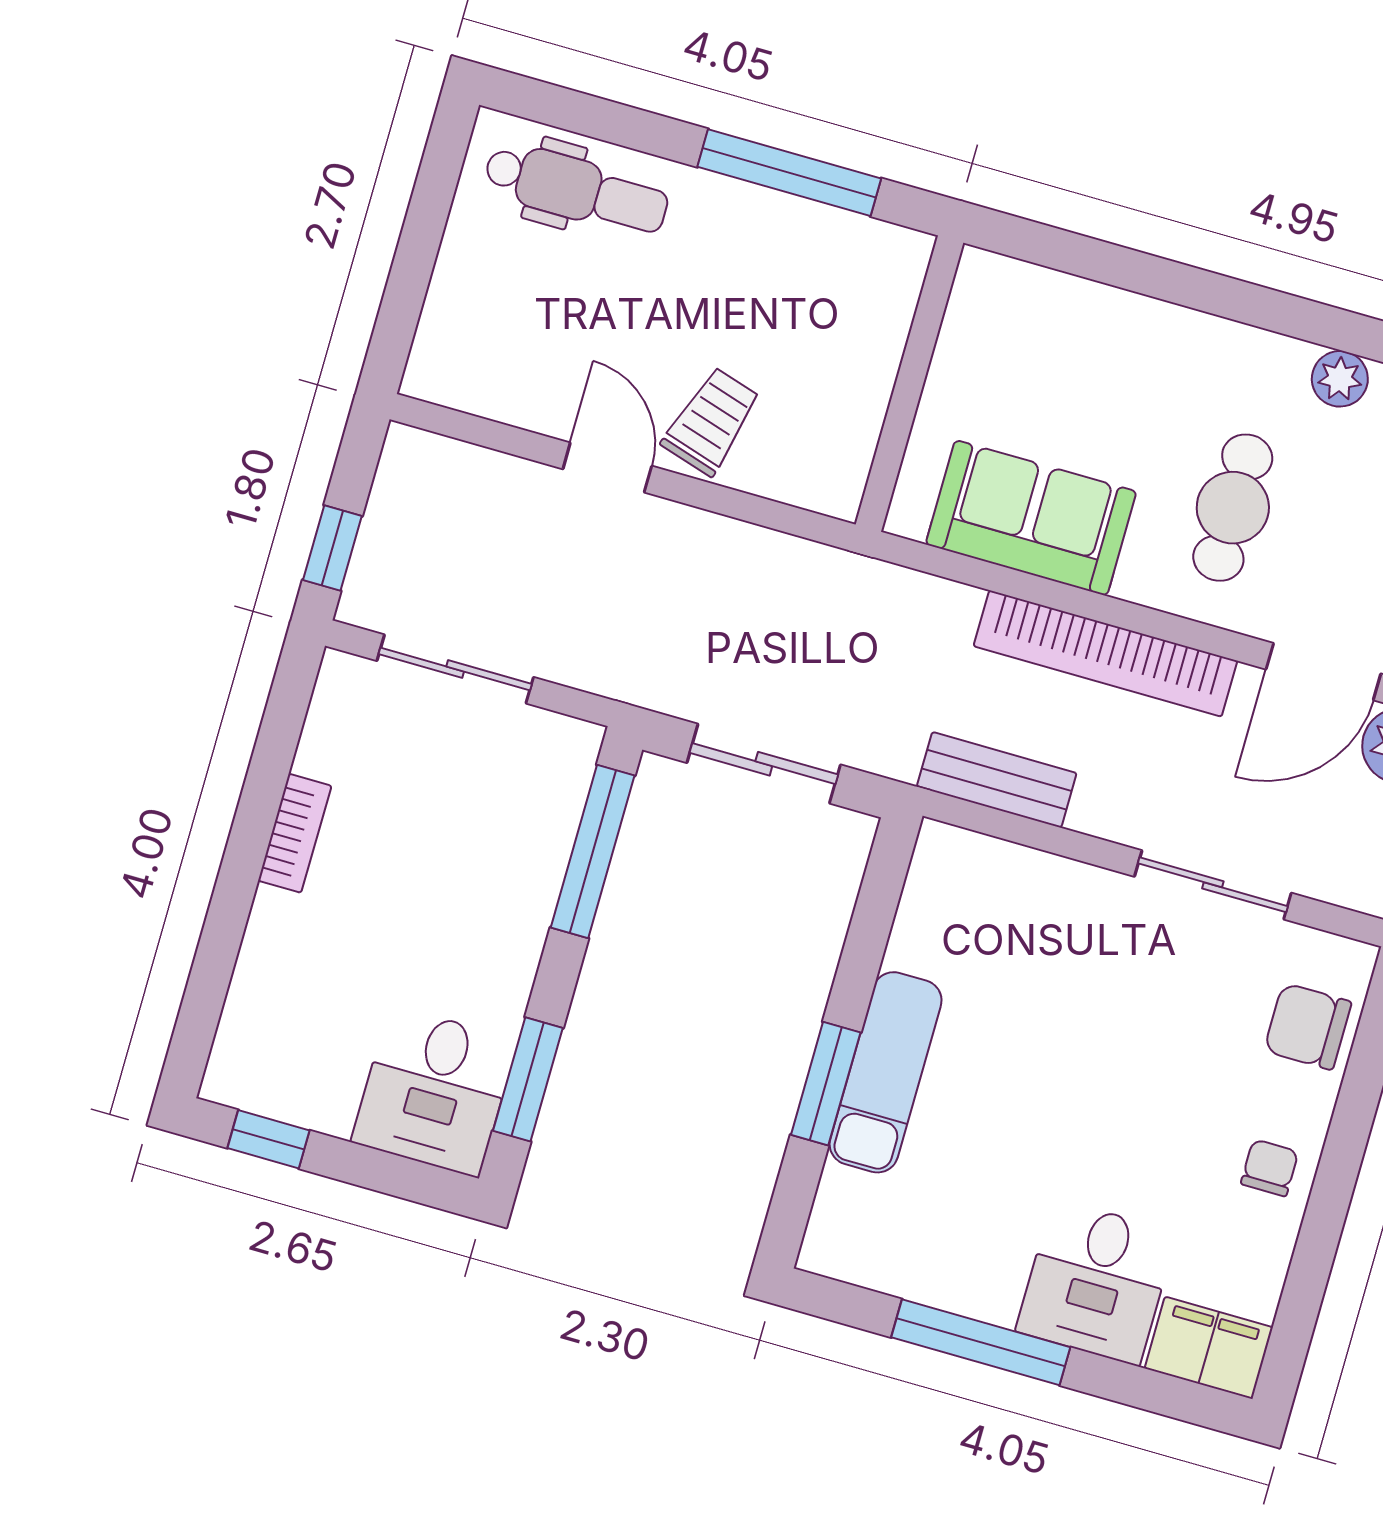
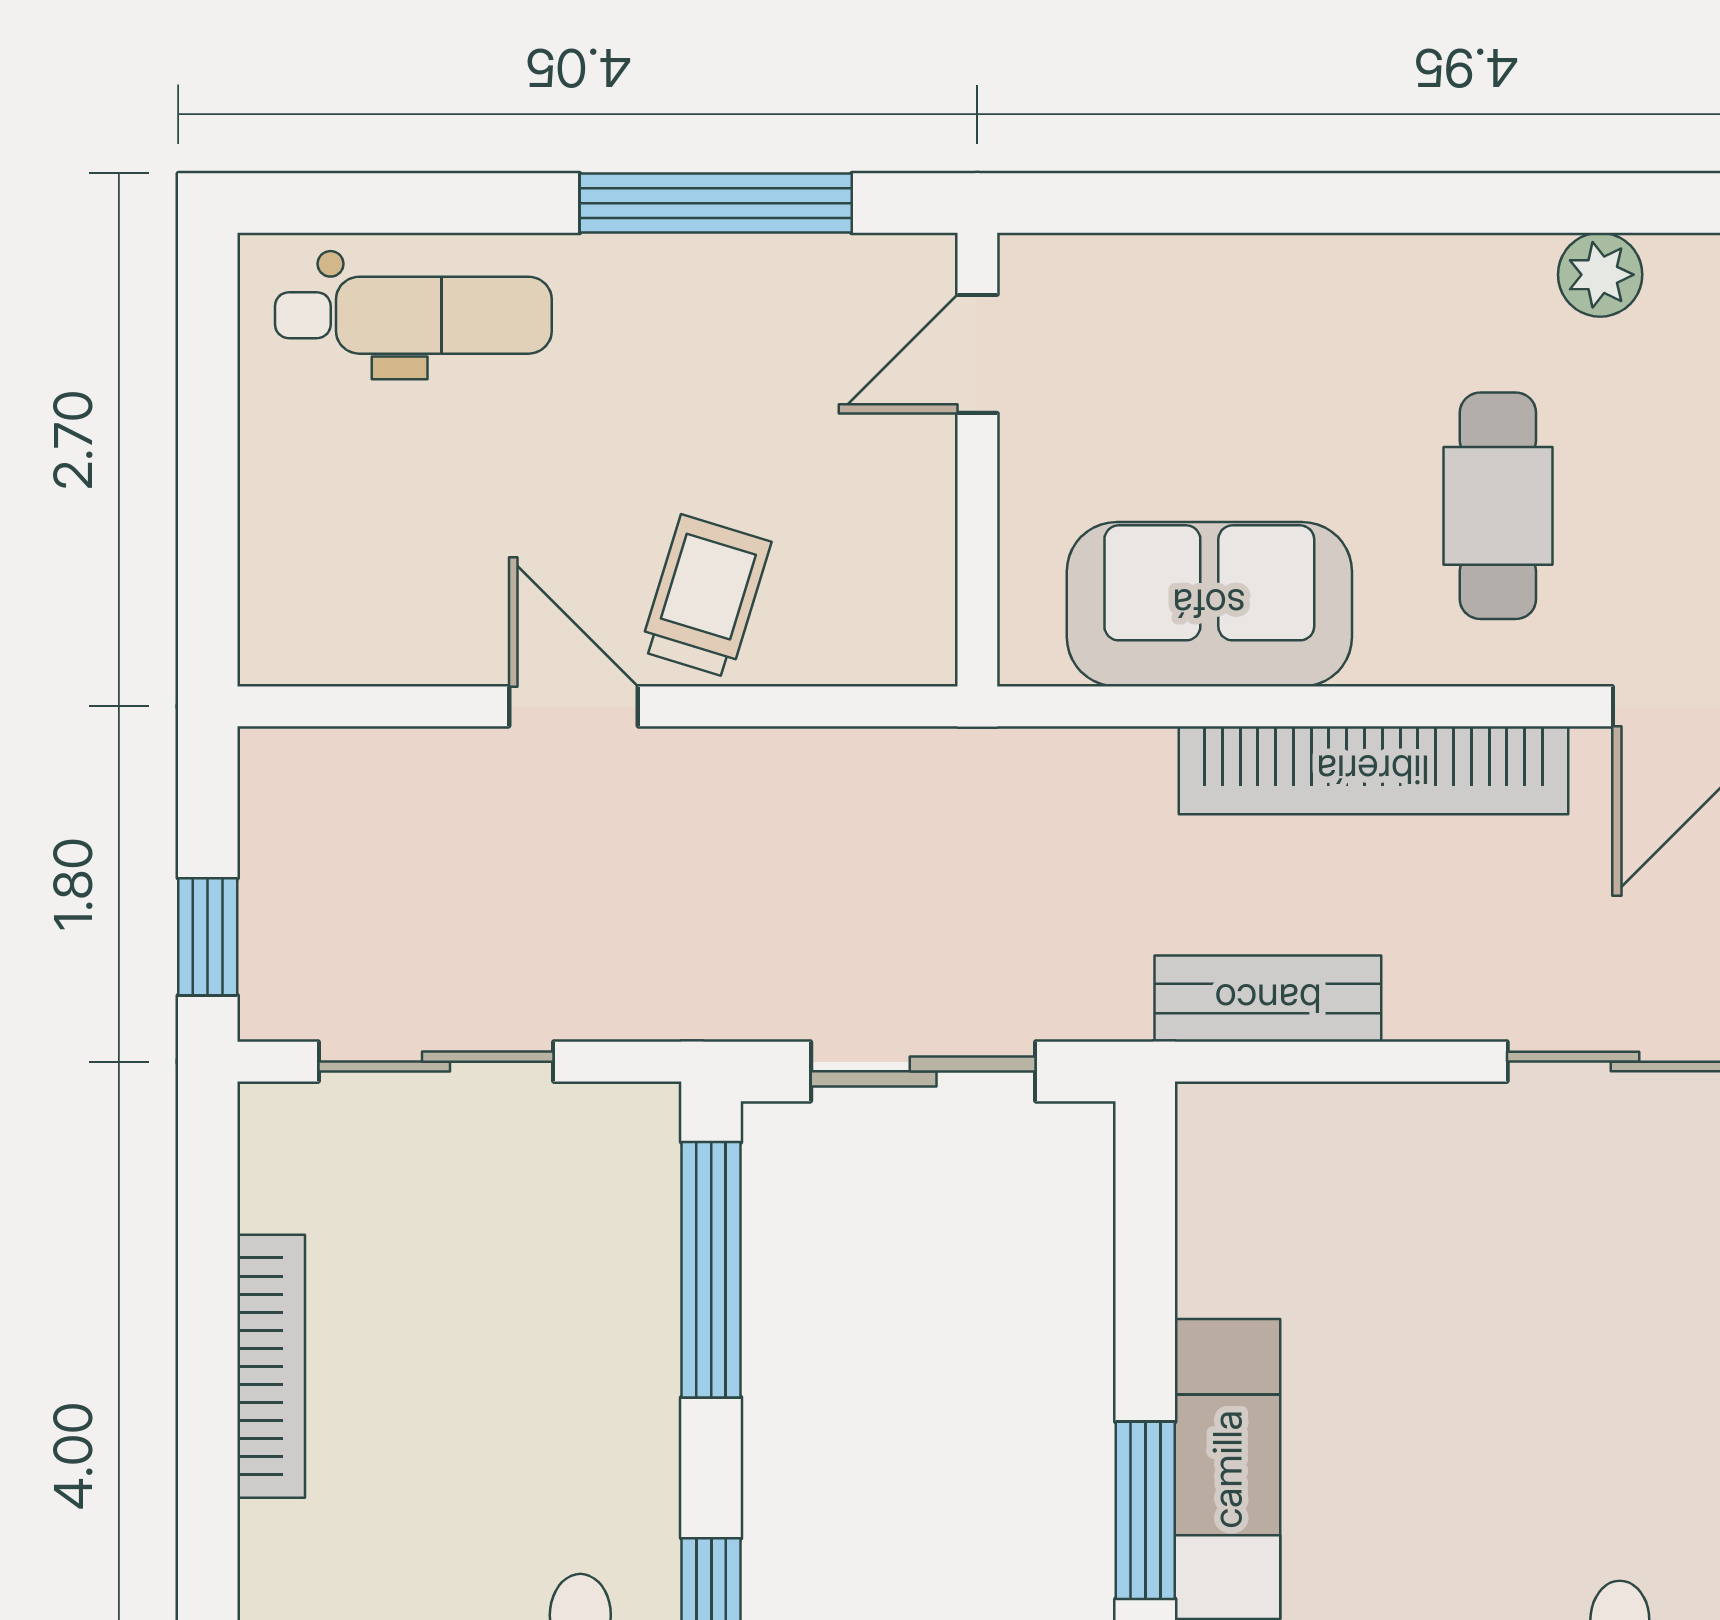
door: (929, 316) -> (977, 354), added
bookcase: (295, 833) -> (271, 1366), width x1.56

